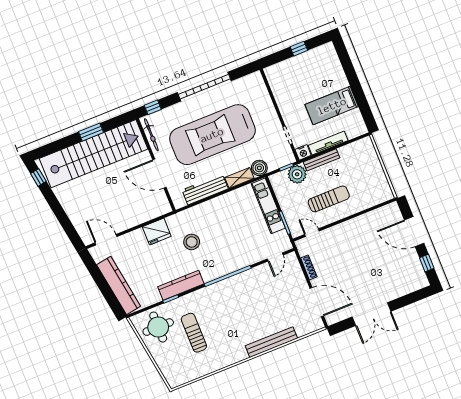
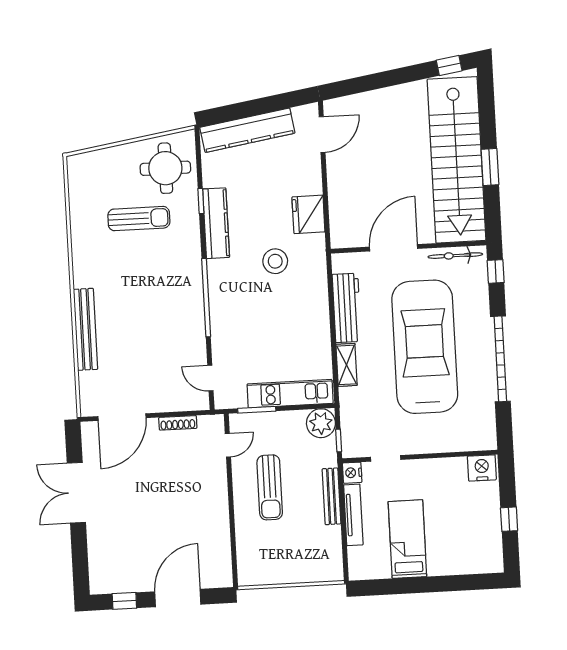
nightstand: (274, 75) -> (482, 468), added
boiler: (259, 168) -> (351, 400), removed
plant: (297, 174) -> (321, 423), moved

